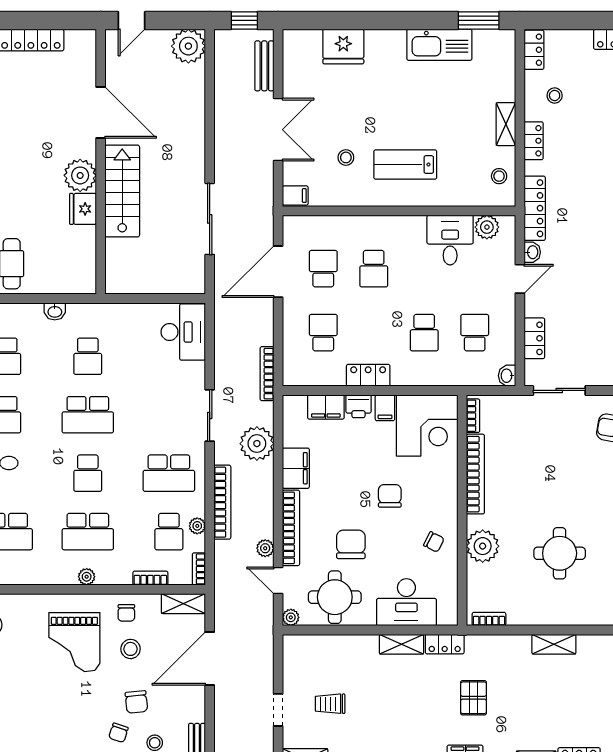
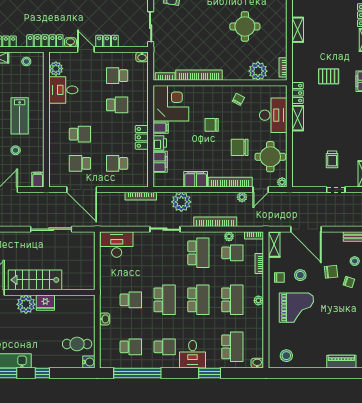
locker: (534, 338) -> (107, 41), moved
school desk: (88, 473) -> (198, 300), width x1.85
plant: (483, 546) -> (258, 71), moved

